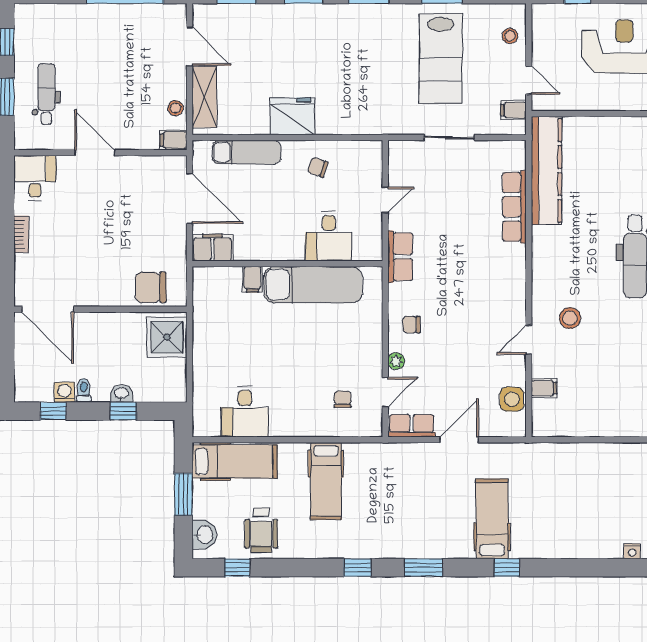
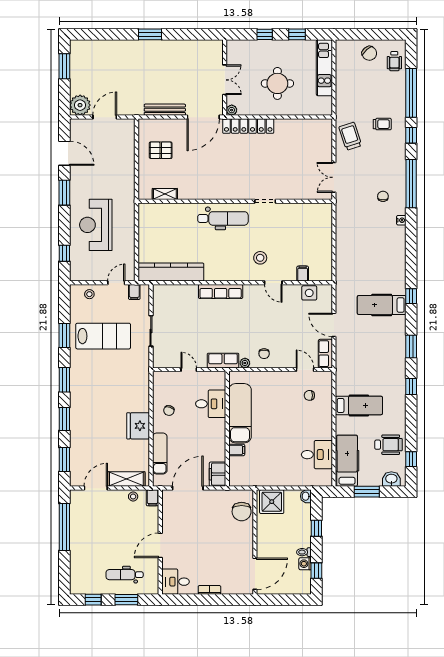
row of seats: (514, 207) -> (221, 292), moved
plant: (396, 361) -> (245, 363), moved
washbasin: (122, 394) -> (306, 496), moved

